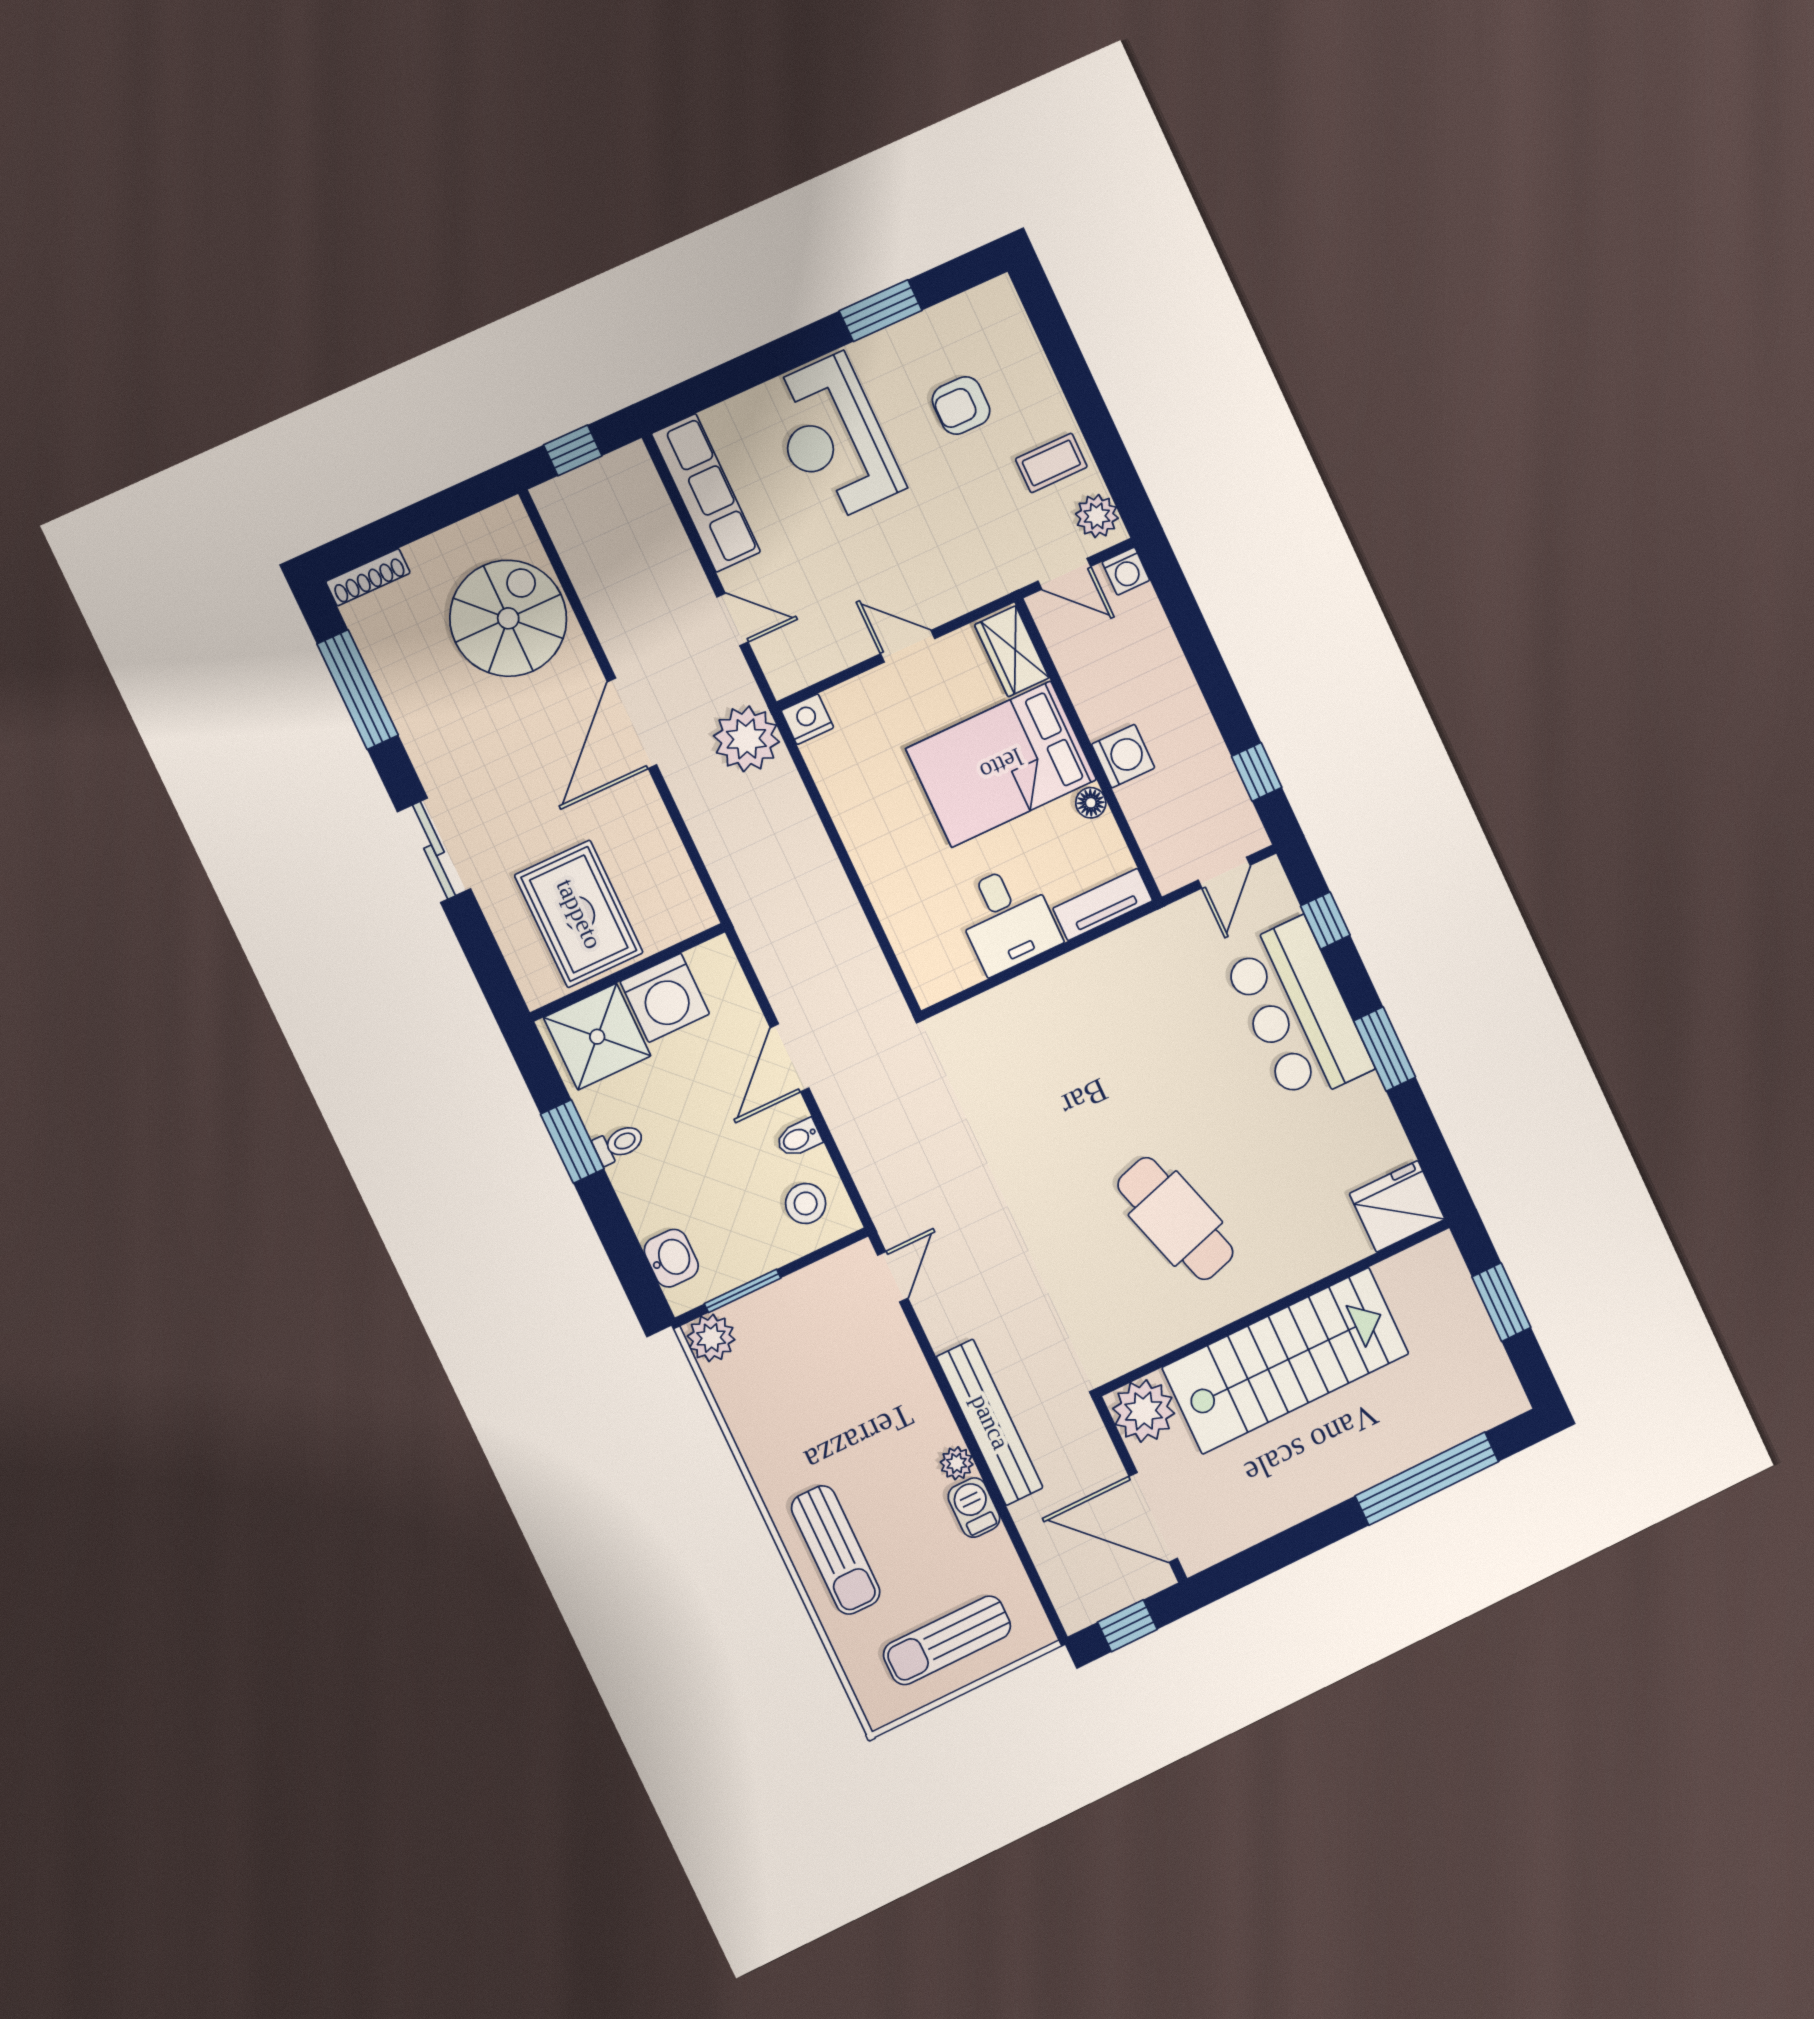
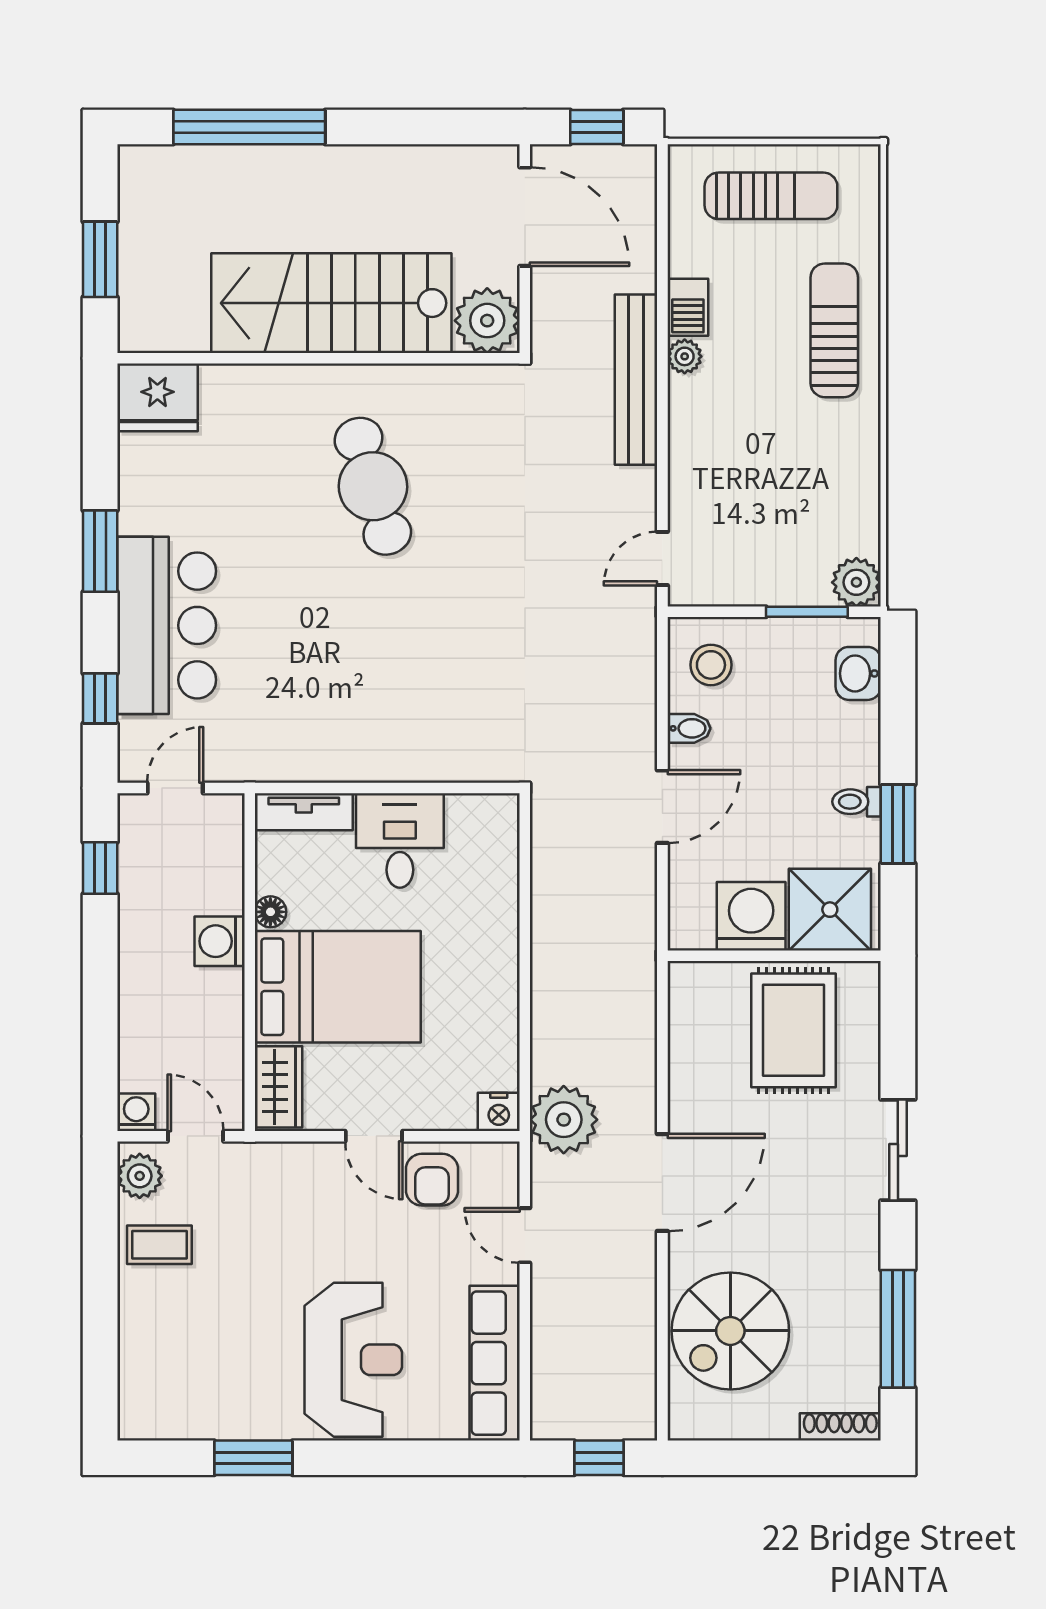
armchair: (961, 405) -> (432, 1180), moved, turned 90

